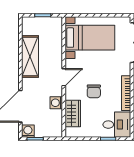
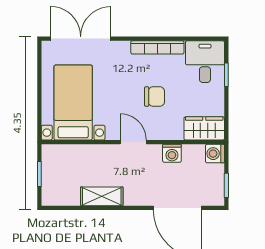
shelving: (30, 56) -> (102, 196), width x0.67, depth x0.75
wardrobe: (73, 114) -> (204, 128), moved
washing machine: (28, 131) -> (215, 154), moved

